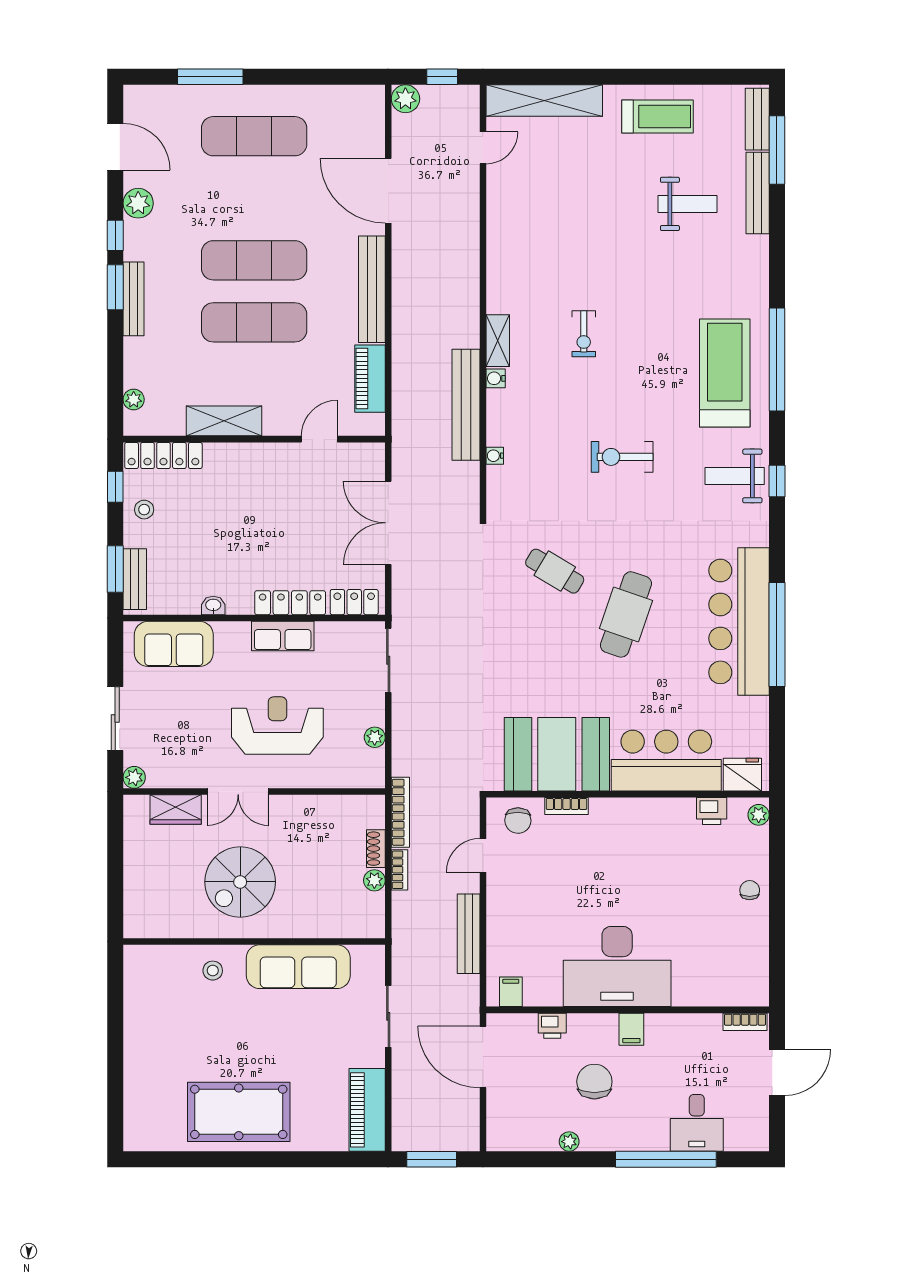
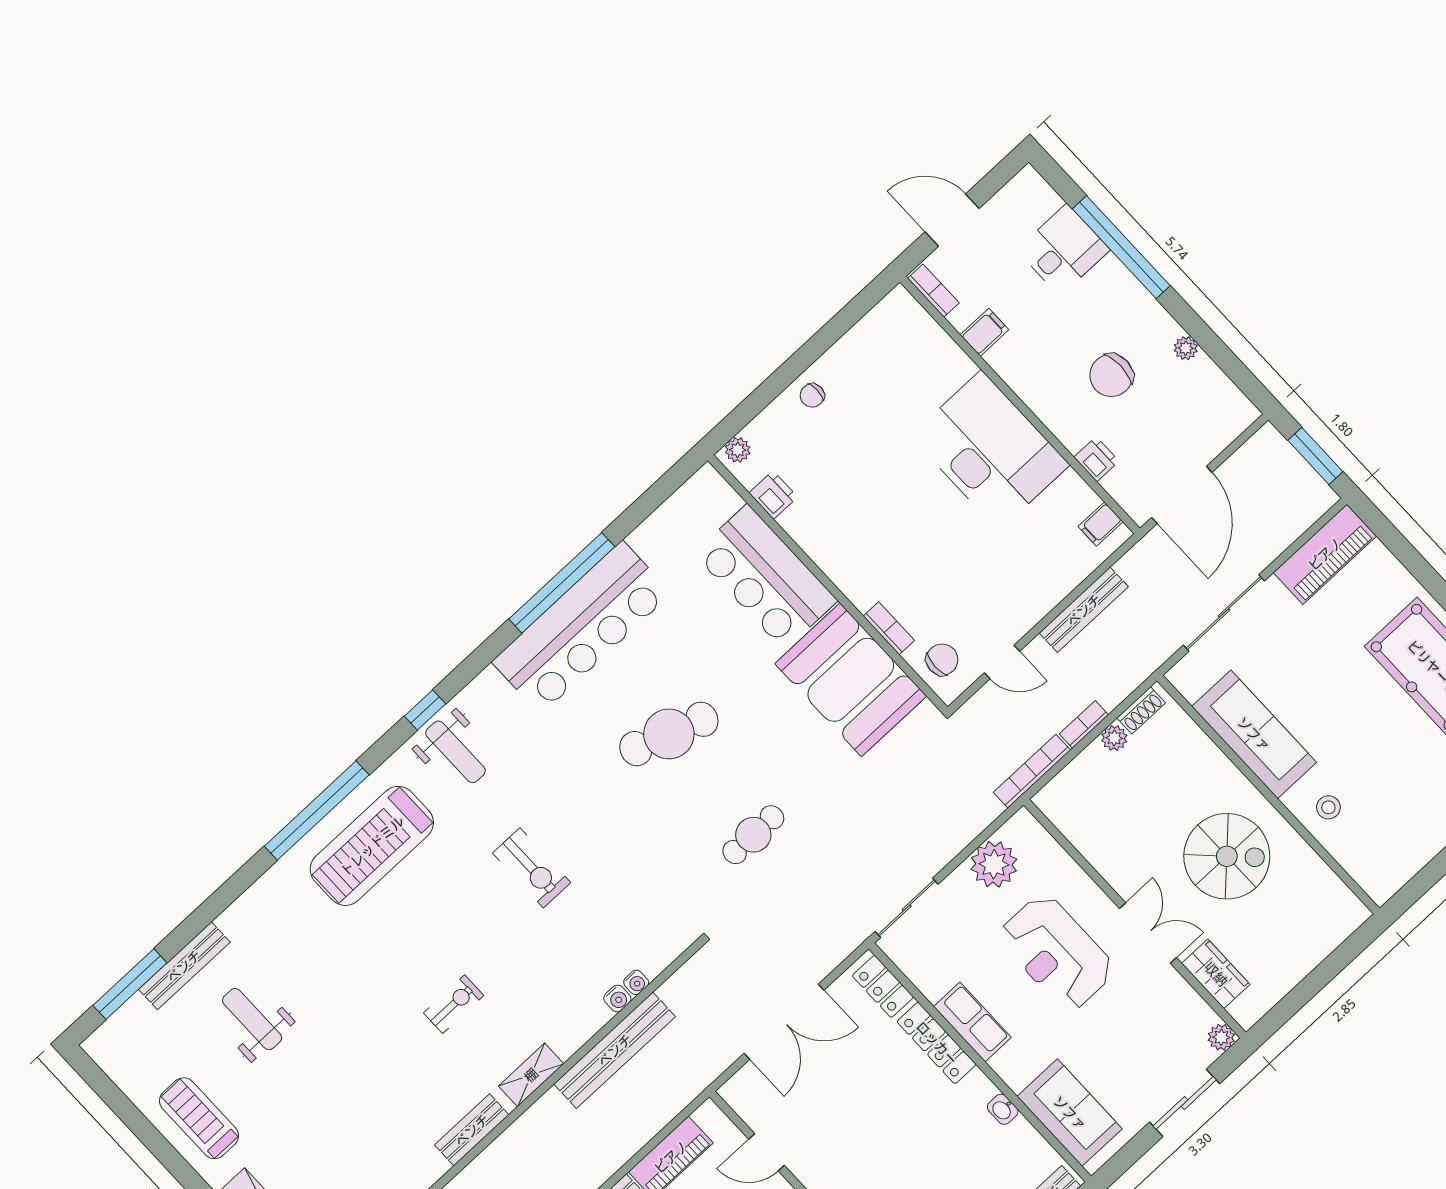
bench: (757, 119) -> (472, 1130), moved
water cooler: (496, 378) -> (617, 998), moved
cafe table: (555, 571) -> (753, 835), moved, turned 59
plant: (375, 737) -> (994, 864), width x1.88, depth x1.88
fridge: (742, 775) -> (715, 498), removed
shoe rack: (376, 849) -> (1141, 710), moved
sliding door: (388, 1016) -> (1224, 613), width x1.37
filing cabinet: (631, 1029) -> (984, 332), moved

